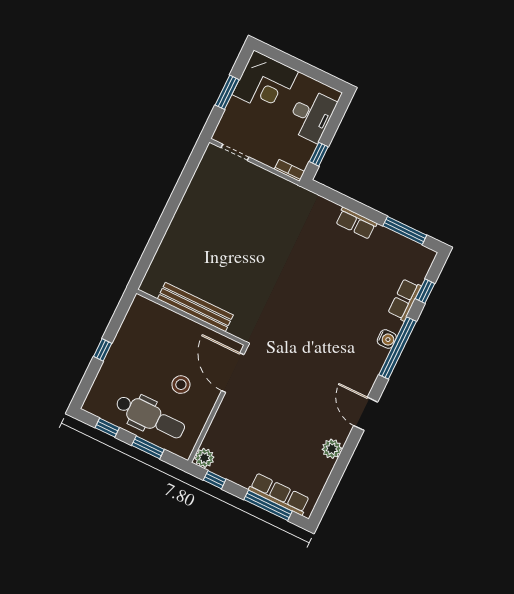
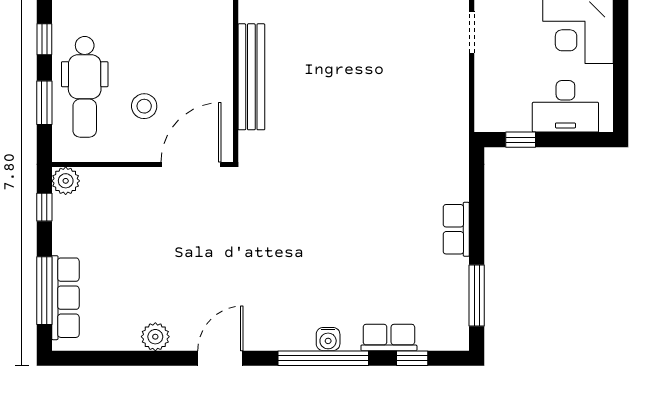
bookcase: (289, 170) -> (482, 112), removed

